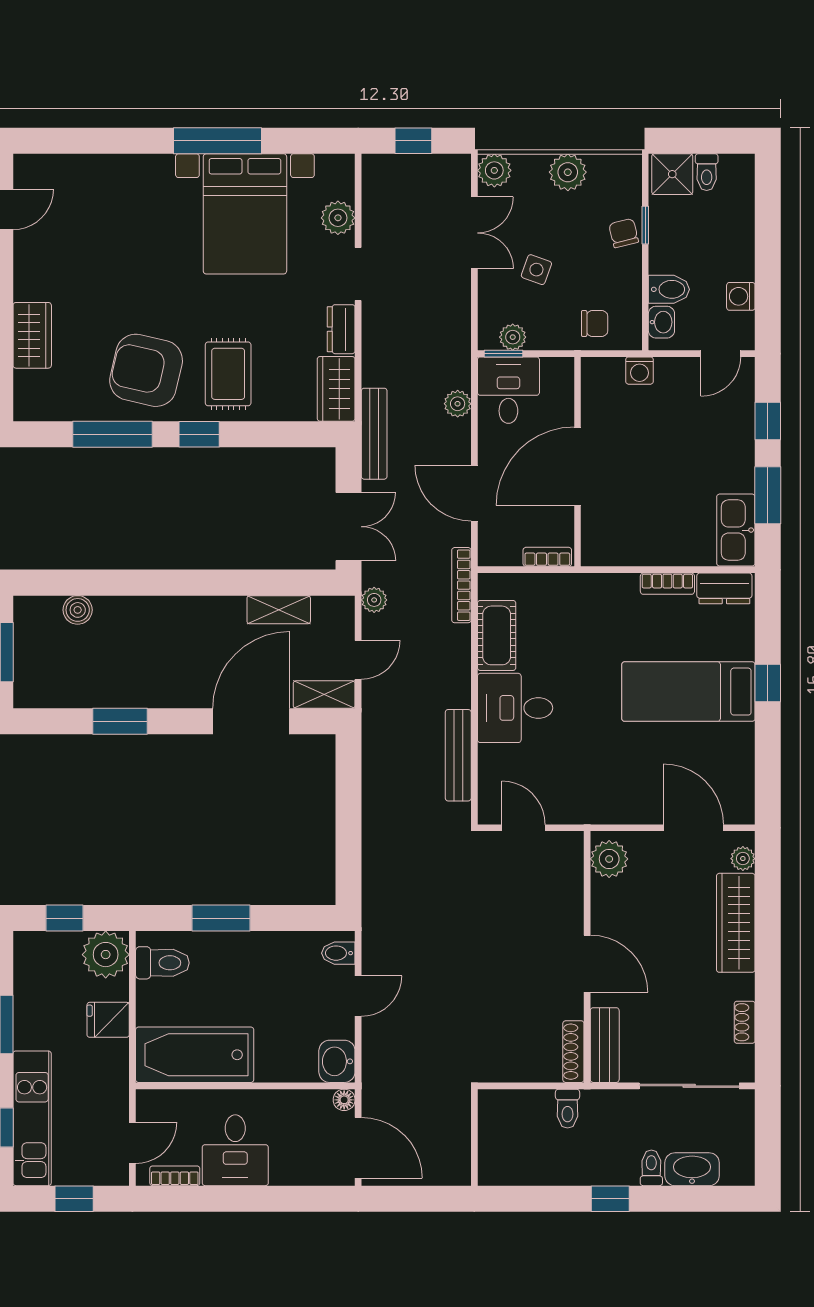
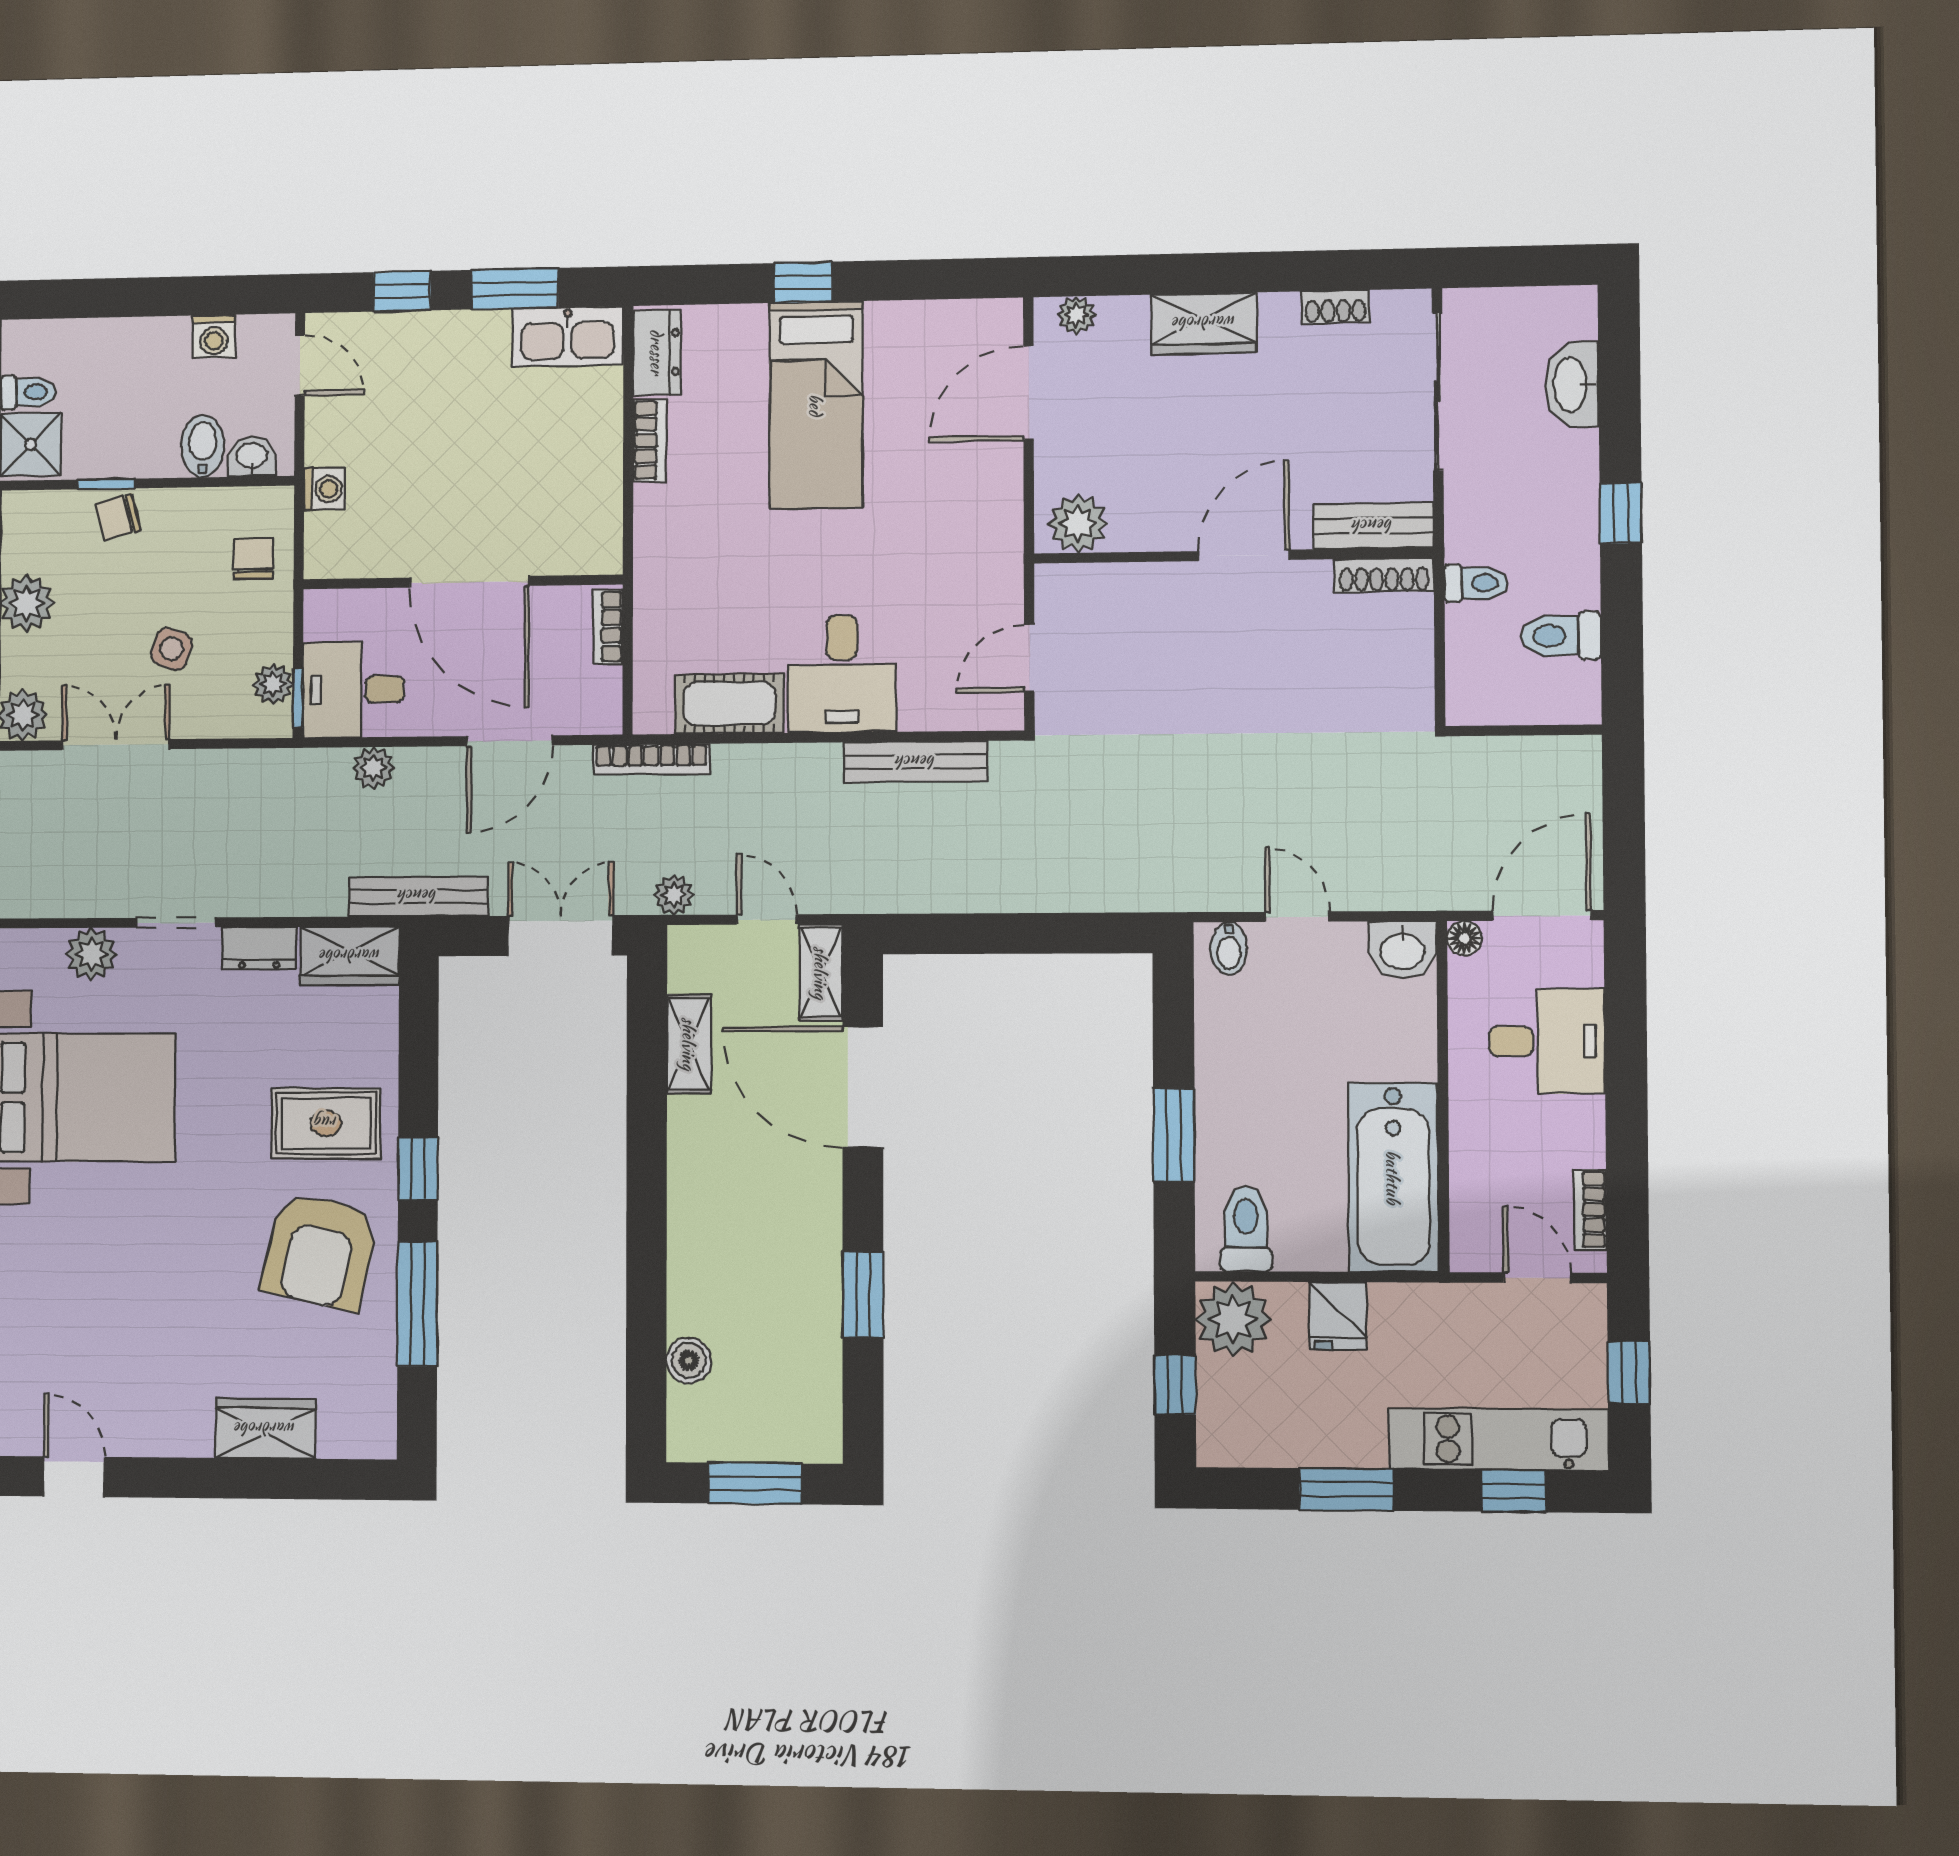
wardrobe: (736, 923) -> (1204, 323), width x0.67
desk: (235, 1150) -> (1547, 1041), moved
toilet: (651, 1168) -> (1561, 636), moved, width x1.37, depth x1.39

